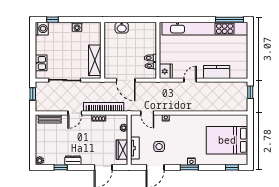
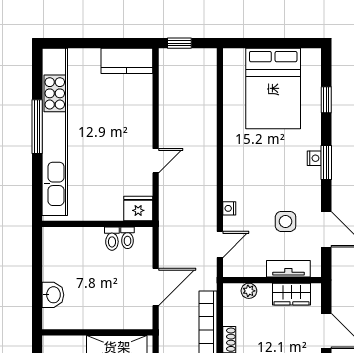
window: (230, 20) -> (37, 127), moved
kitchen counter: (217, 72) -> (127, 61), moved, turned -90
door: (190, 80) -> (156, 161), swing flipped
window: (232, 167) -> (326, 100), moved

